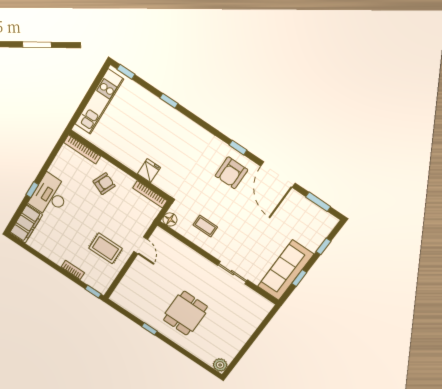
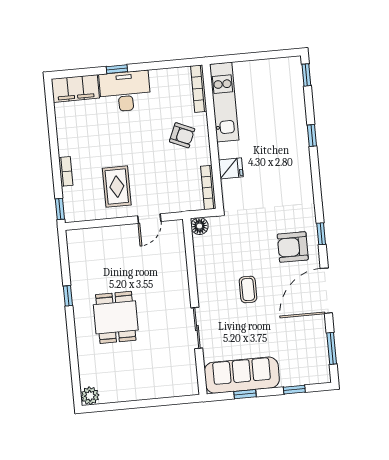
kitchen unit: (99, 102) -> (224, 102), moved, turned -90
coffee table: (205, 226) -> (248, 289), moved
dining table: (185, 313) -> (116, 317), turned 90

